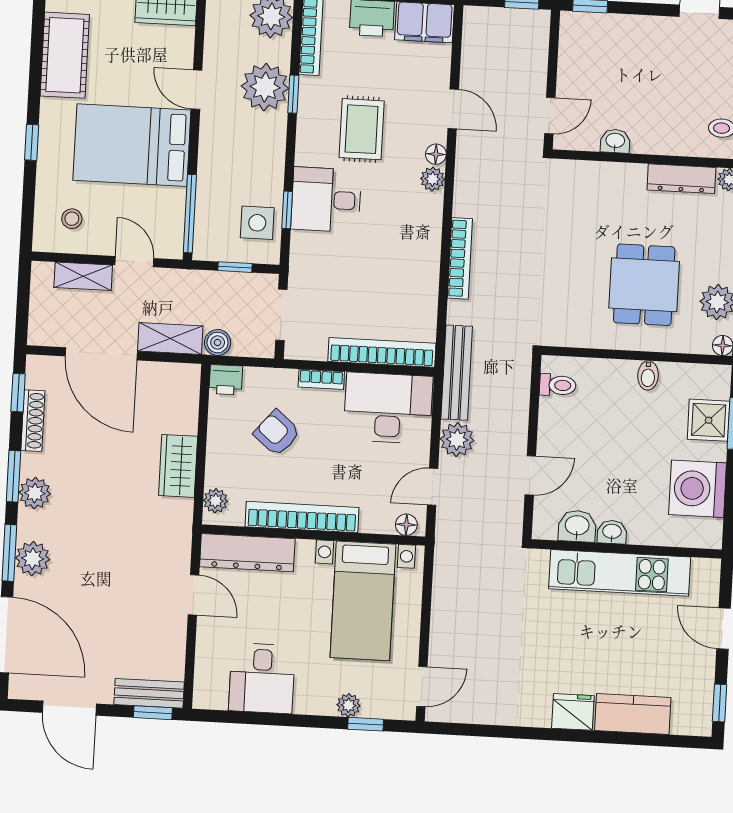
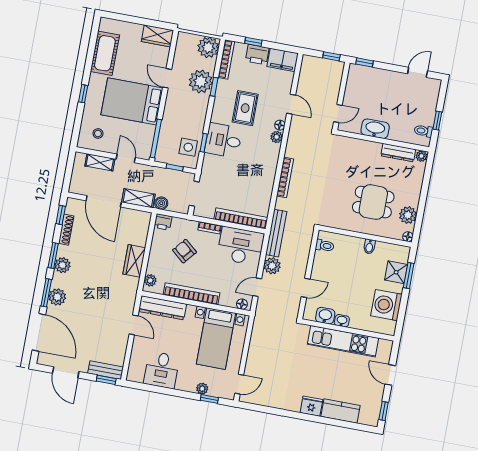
washbasin: (615, 141) -> (375, 129), width x1.91, depth x1.45
dining table: (644, 285) -> (373, 202), turned 90

